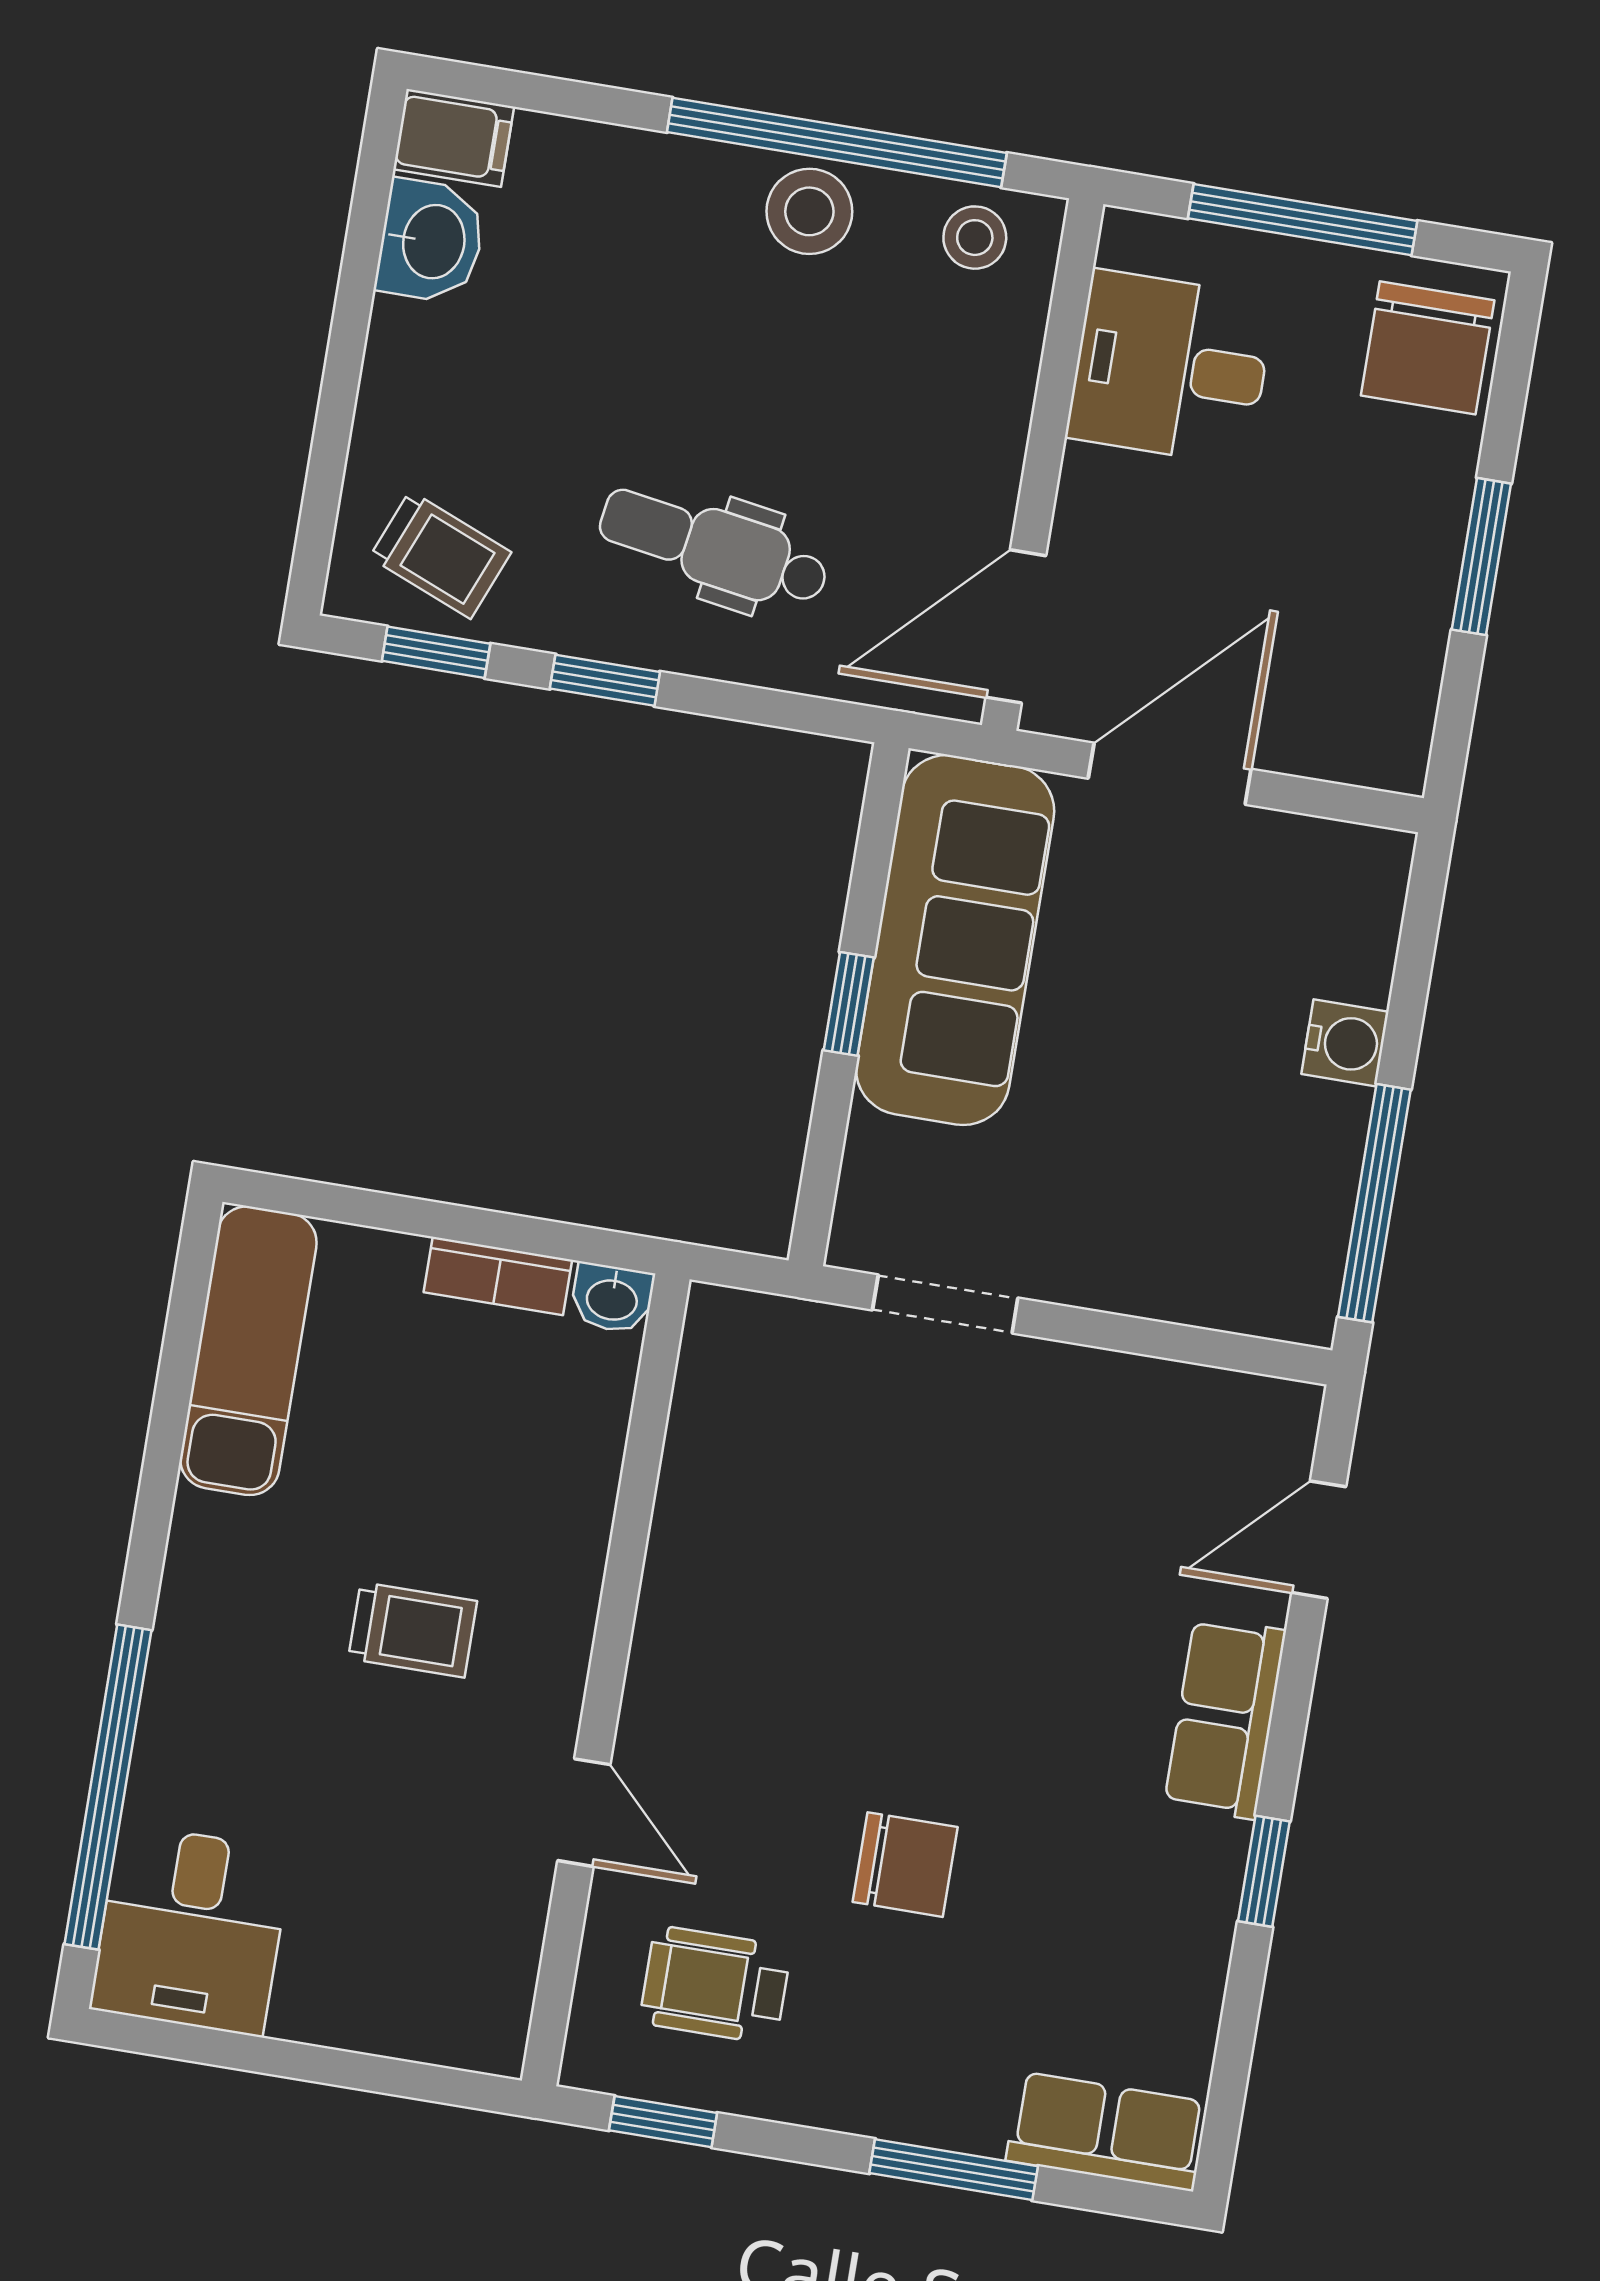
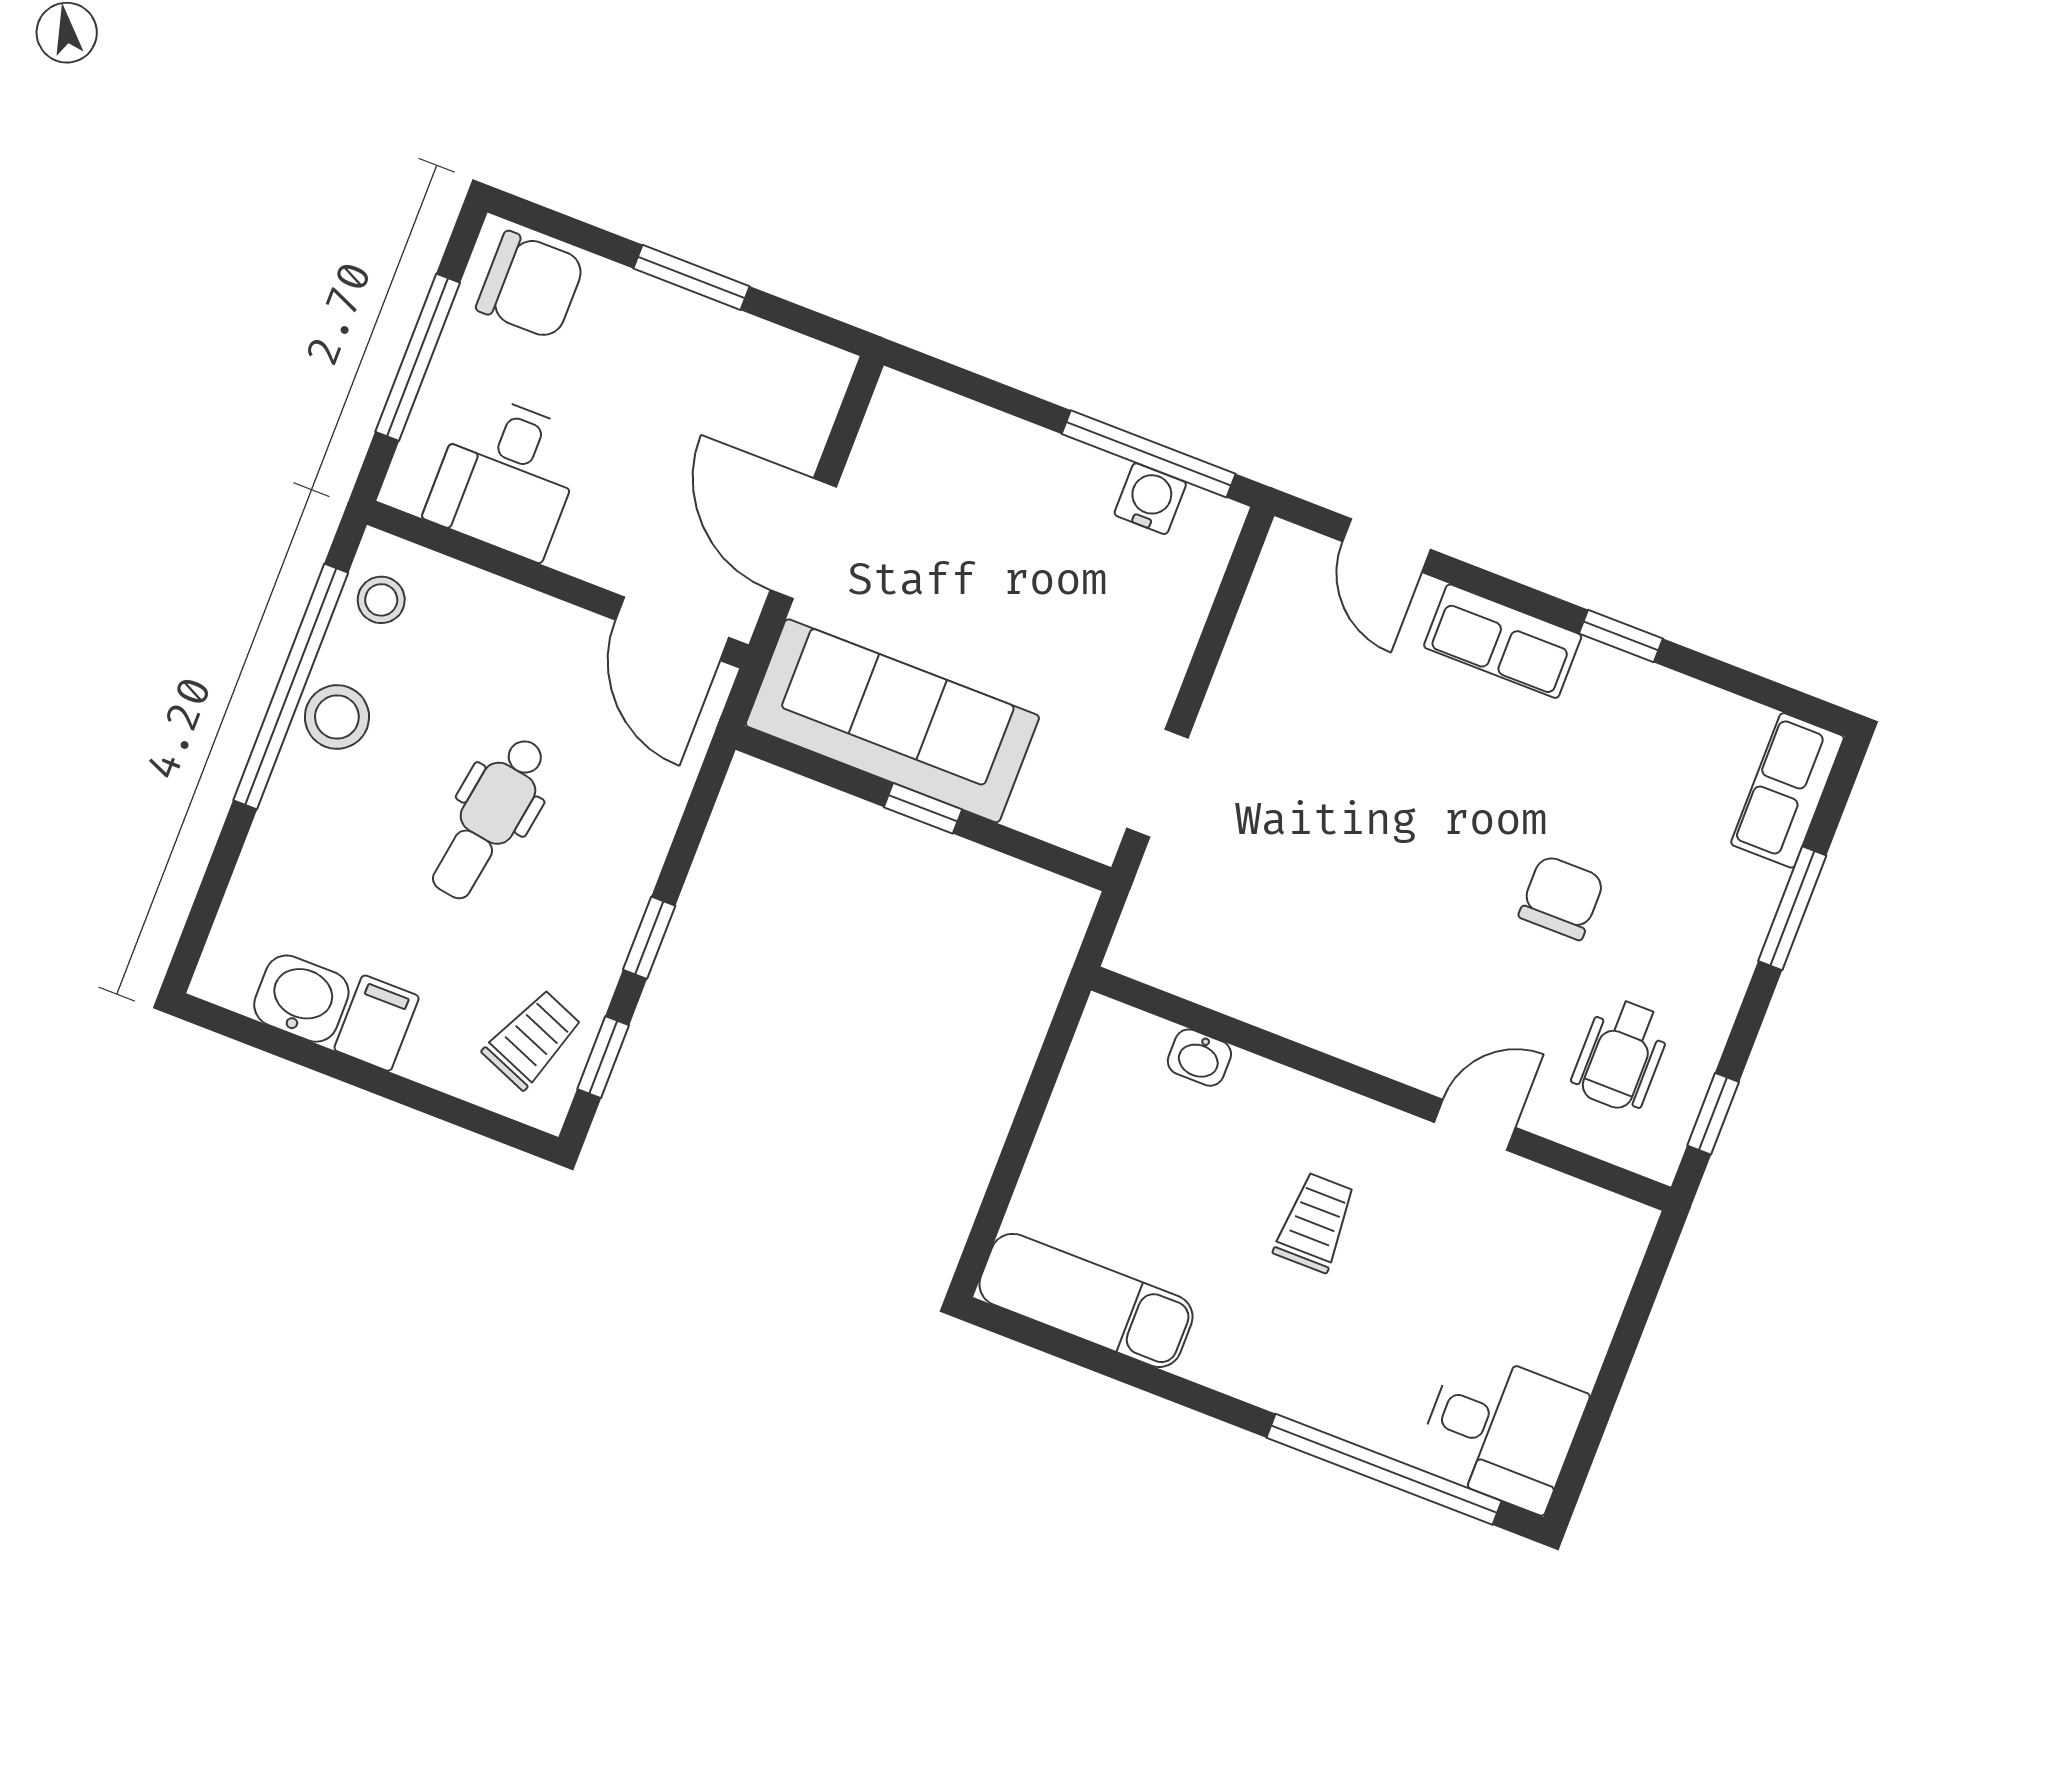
filing cabinet: (454, 138) -> (377, 1023), moved
dental chair: (714, 547) -> (489, 818), moved
water cooler: (1345, 1043) -> (1150, 499), moved
bookcase: (498, 1276) -> (1069, 1106), removed
washbasin: (612, 1298) -> (1199, 1058), moved, turned 90

